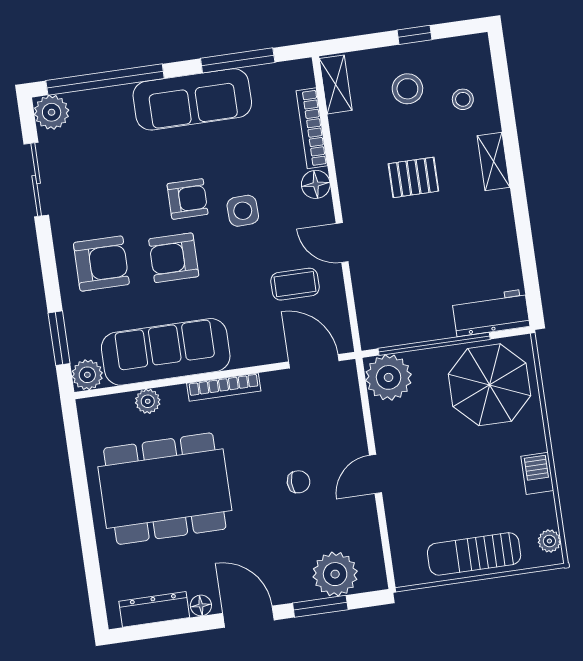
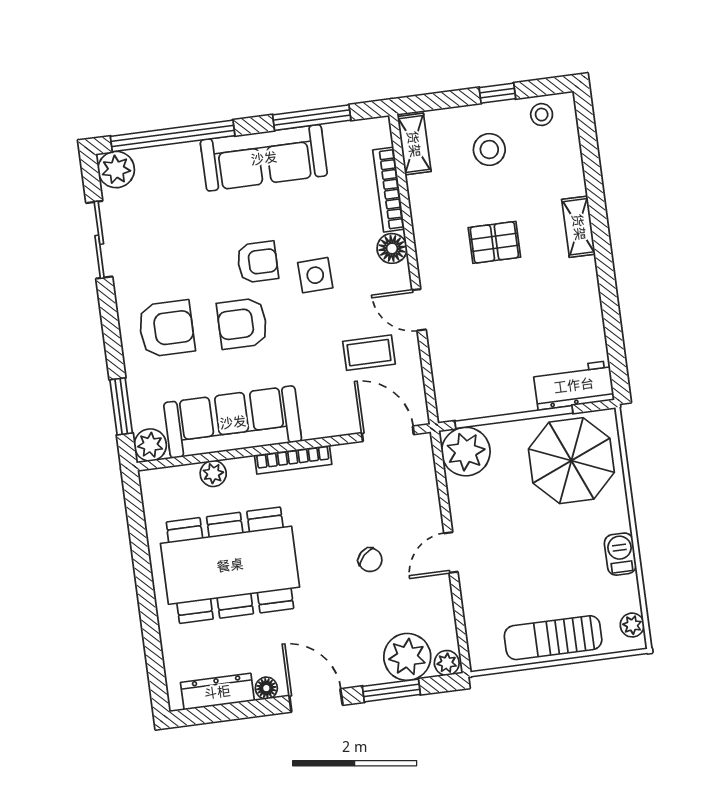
stool: (463, 99) -> (542, 115), moved
chair: (299, 482) -> (370, 560), turned 45
plant: (373, 579) -> (447, 663), added

